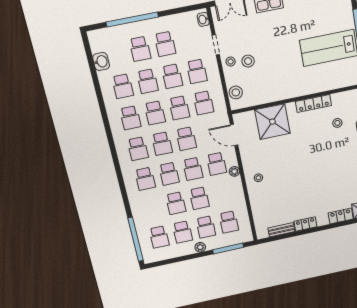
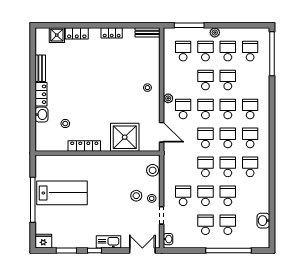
school desk: (123, 86) -> (250, 196), removed
school desk: (204, 103) -> (183, 167), removed
bench: (281, 230) -> (148, 32), moved

